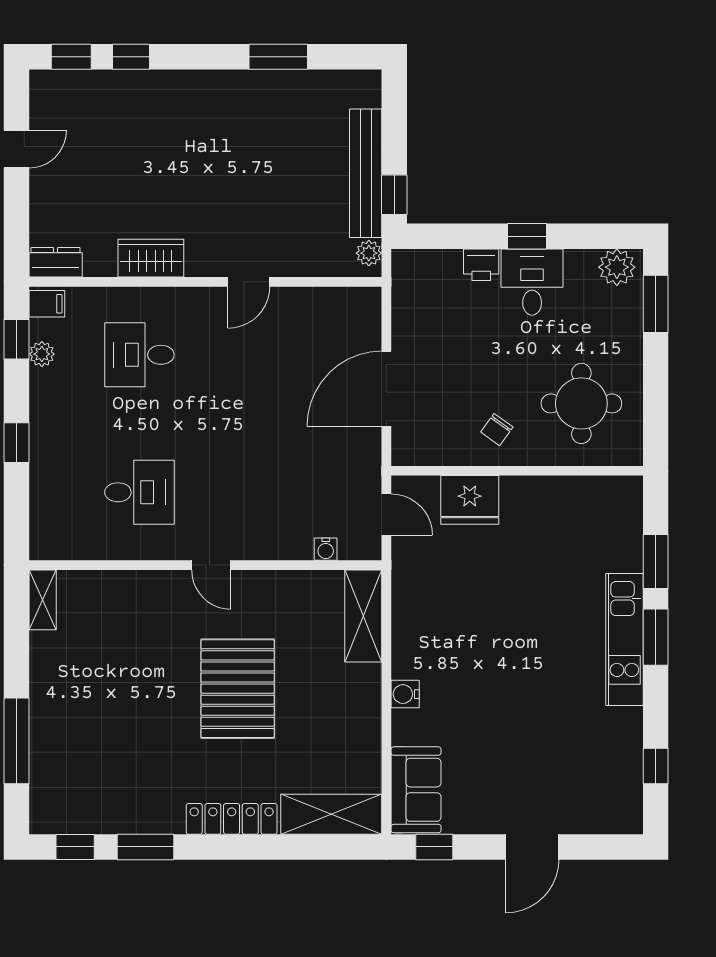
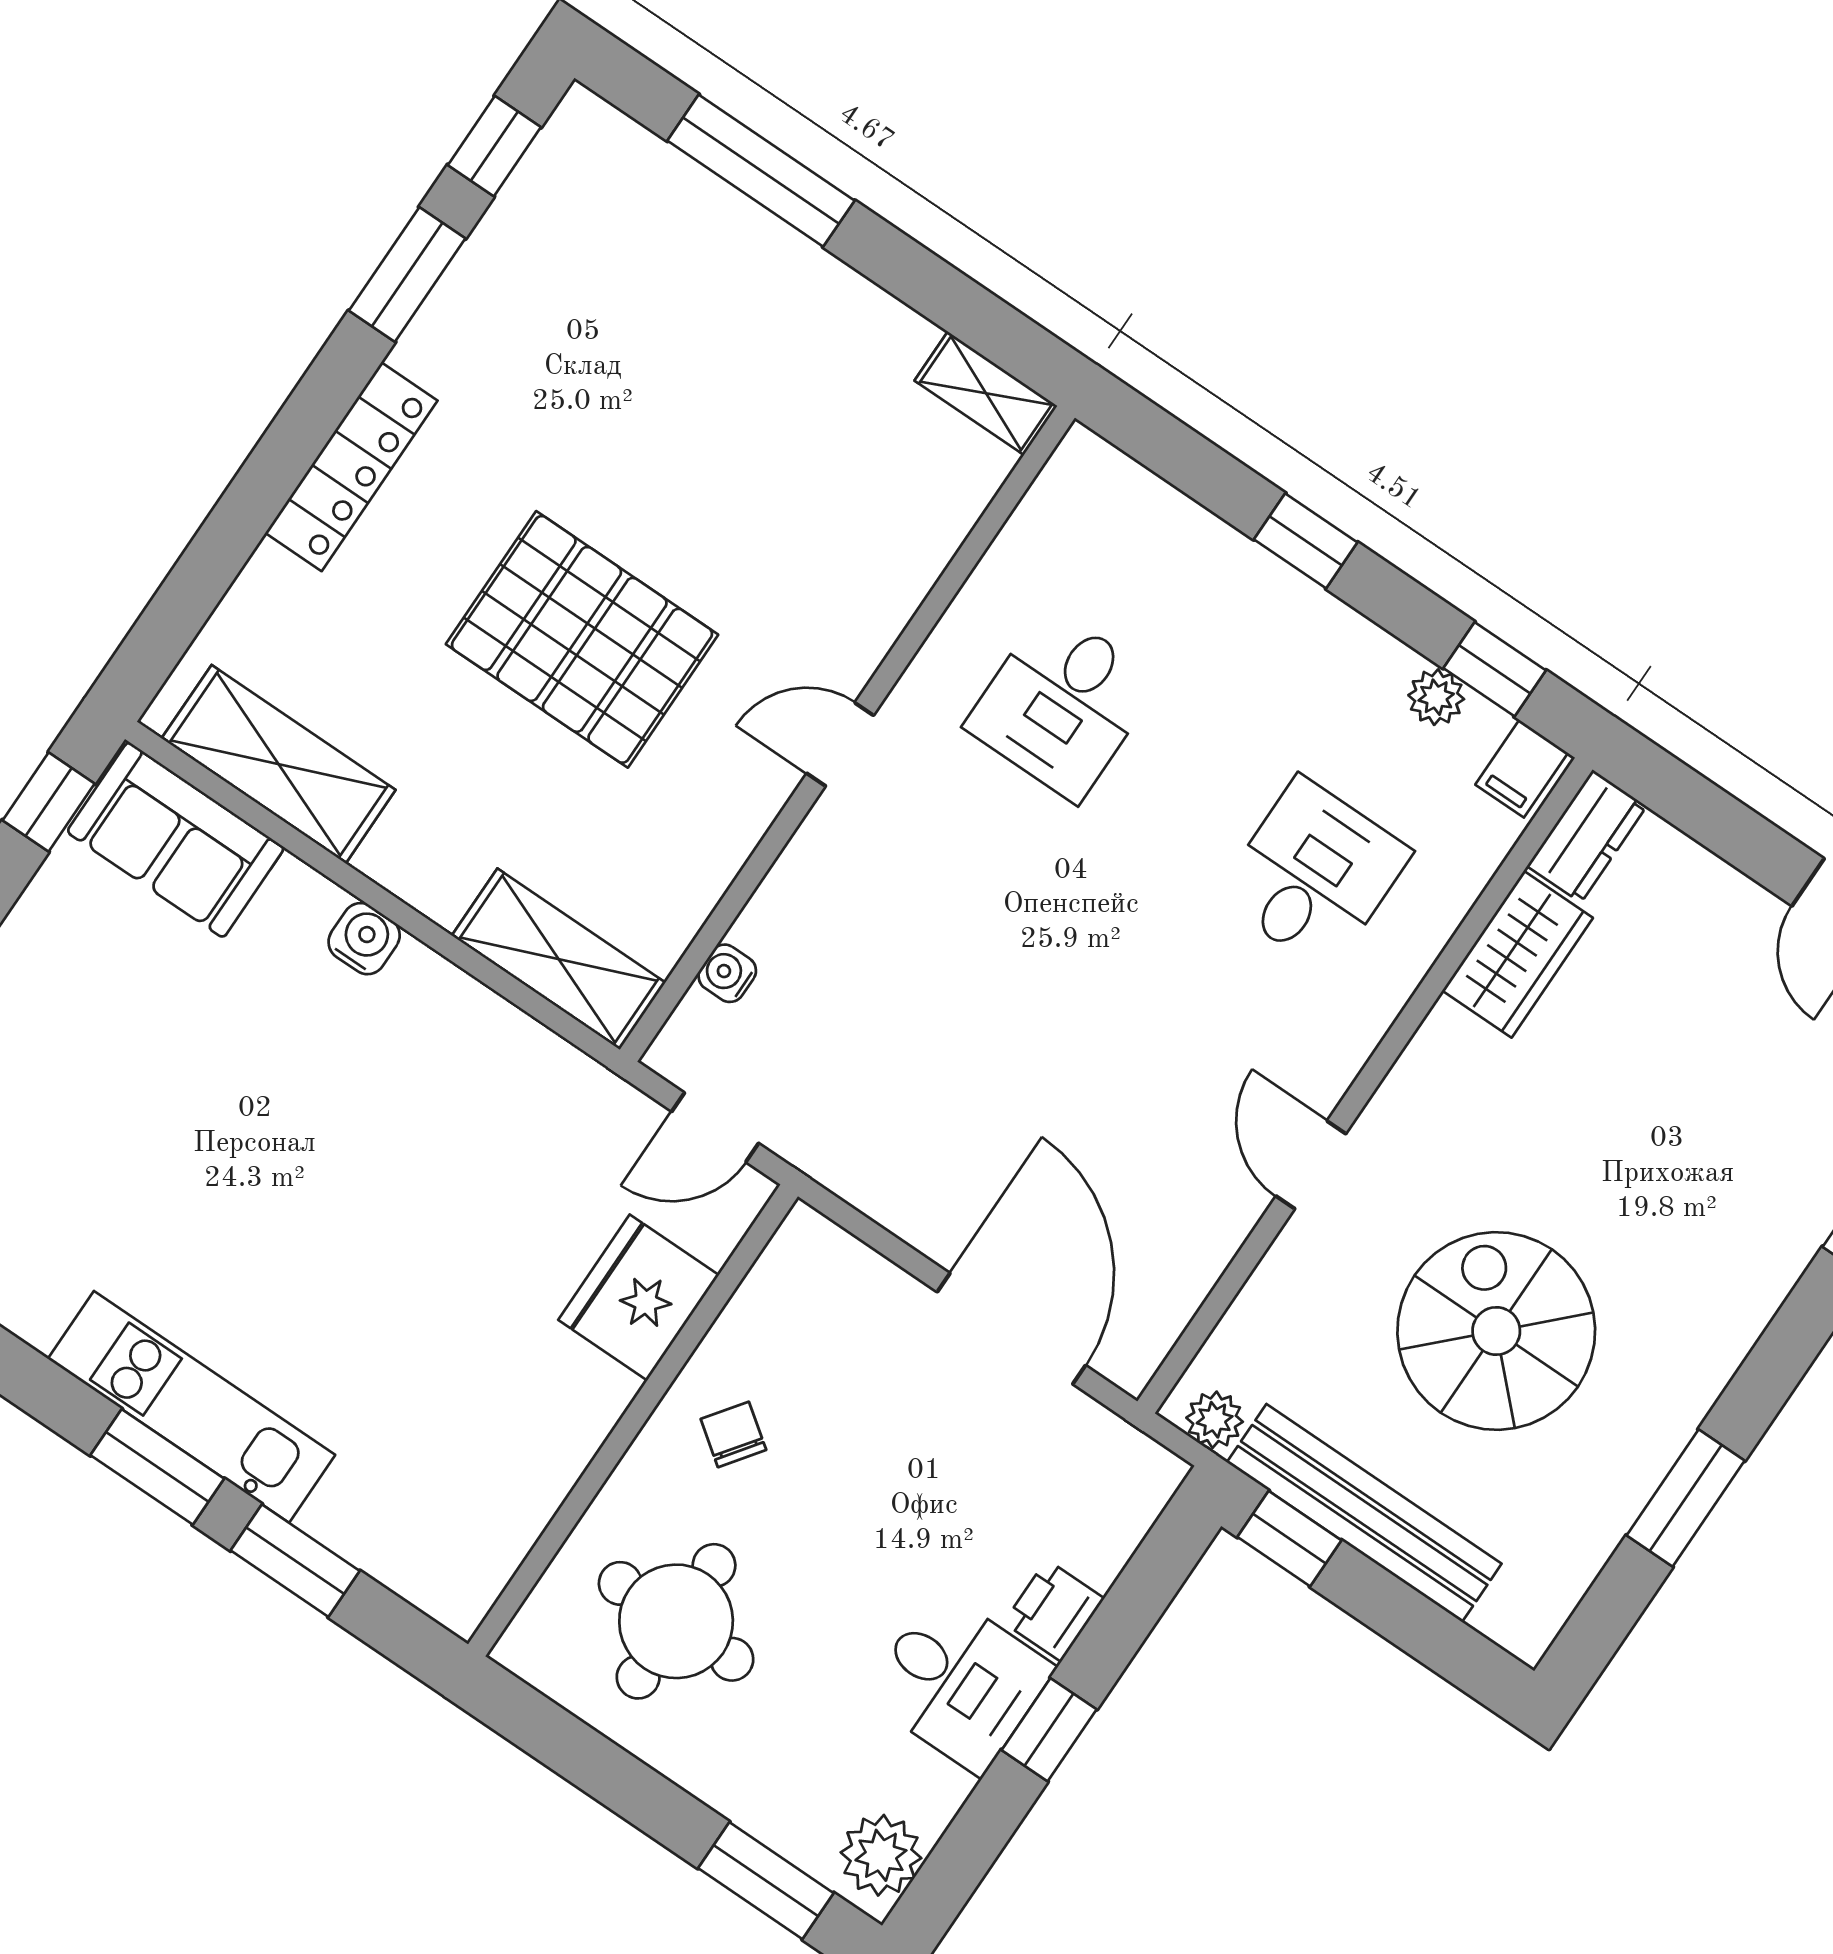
spiral stairs: (264, 170) -> (1496, 1331), added
wardrobe: (151, 258) -> (1518, 954), moved
door: (386, 389) -> (1011, 1329), moved
shelving: (331, 814) -> (279, 764), moved, turned 90

